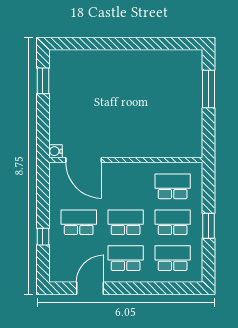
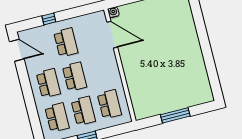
window: (208, 89) -> (175, 115), moved
door: (84, 160) -> (112, 35), swing flipped
door: (90, 288) -> (17, 50), moved

